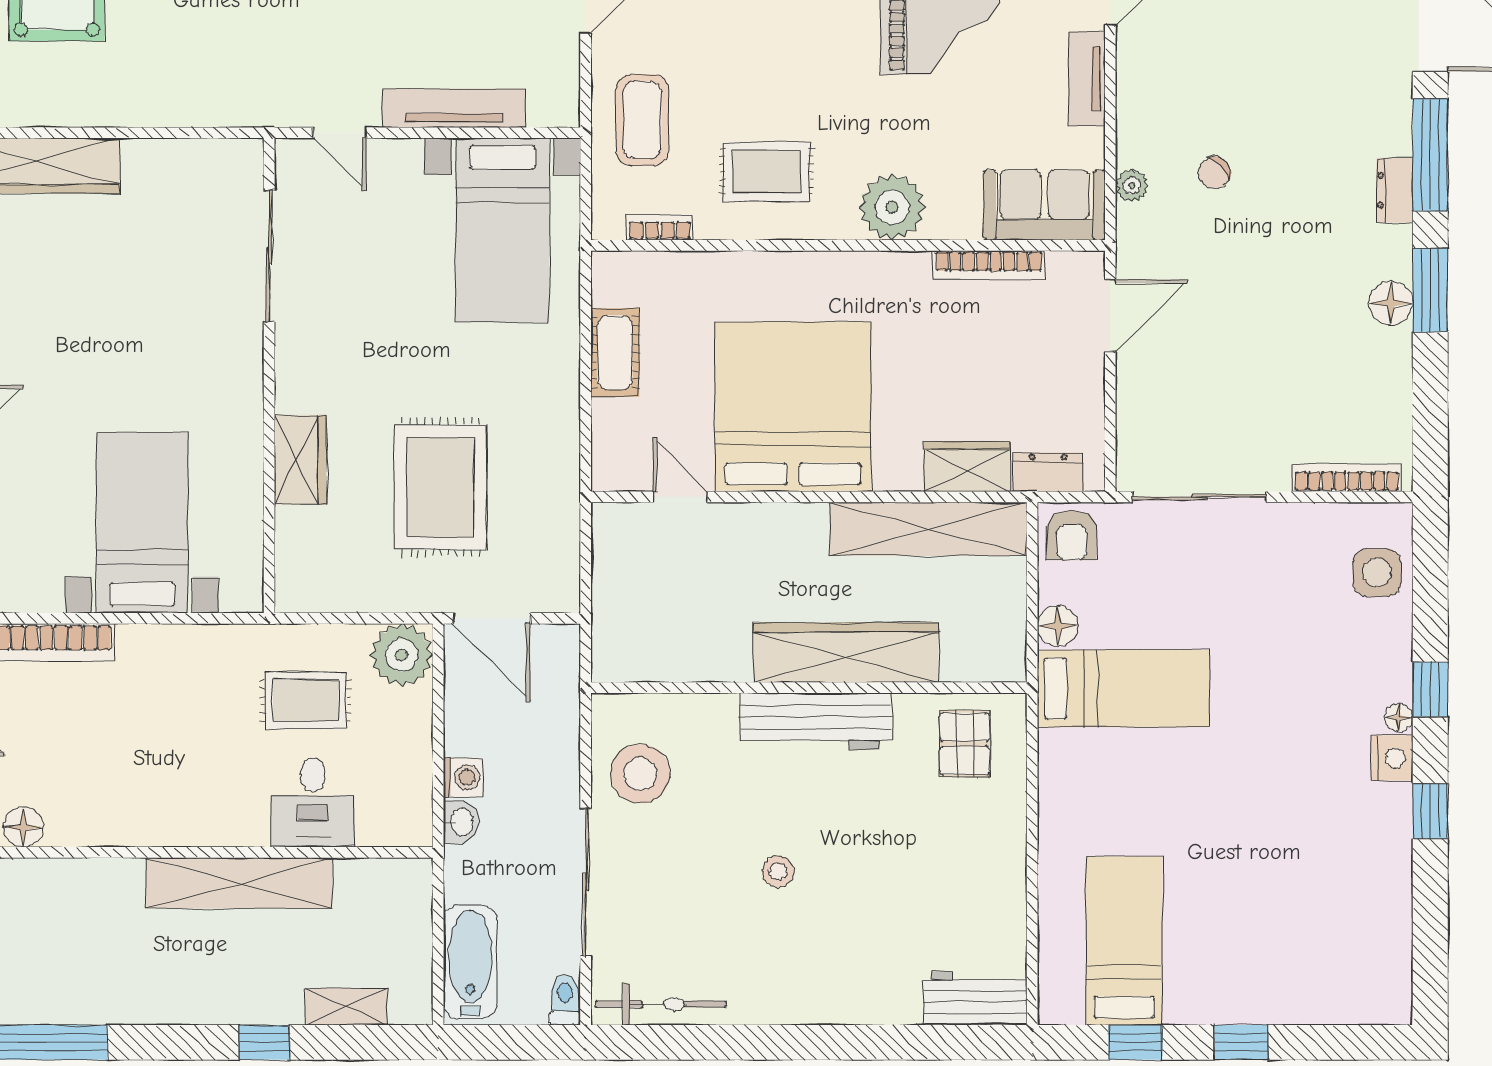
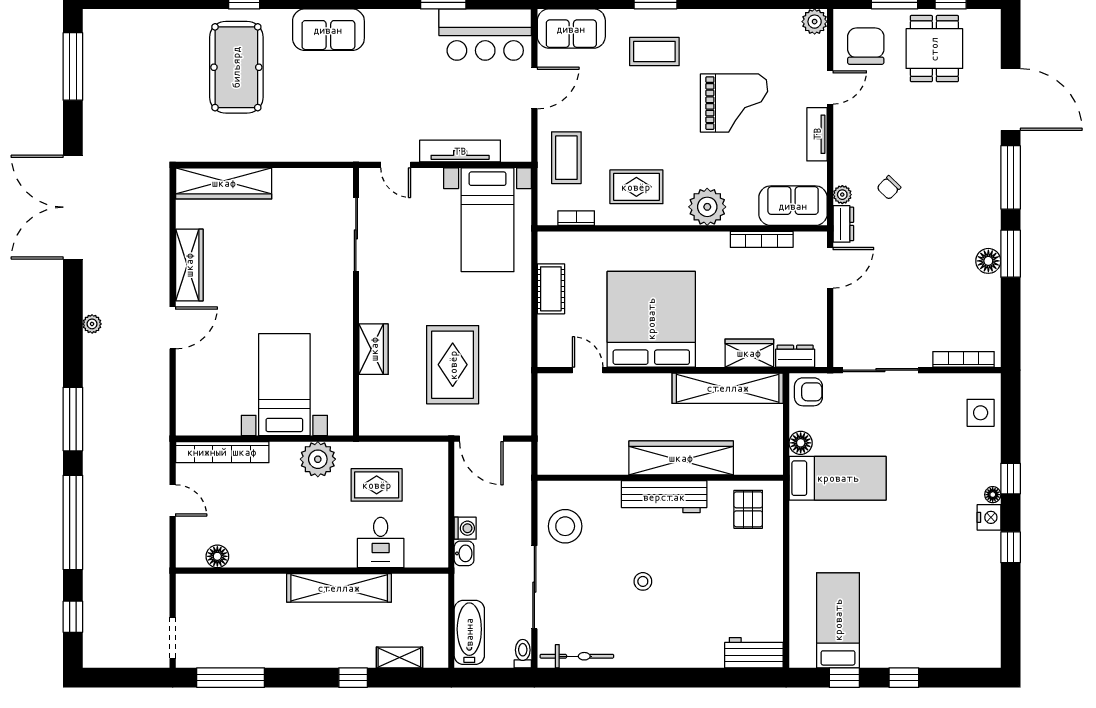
dresser: (1395, 190) -> (843, 224), moved, turned 180
armchair: (1072, 535) -> (808, 392), turned -90
plant: (402, 655) -> (318, 459), moved

